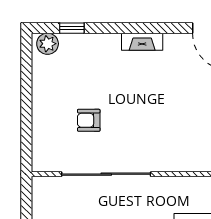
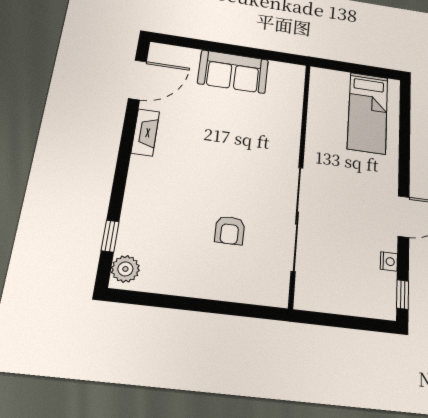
fireplace: (142, 42) -> (145, 132), moved

